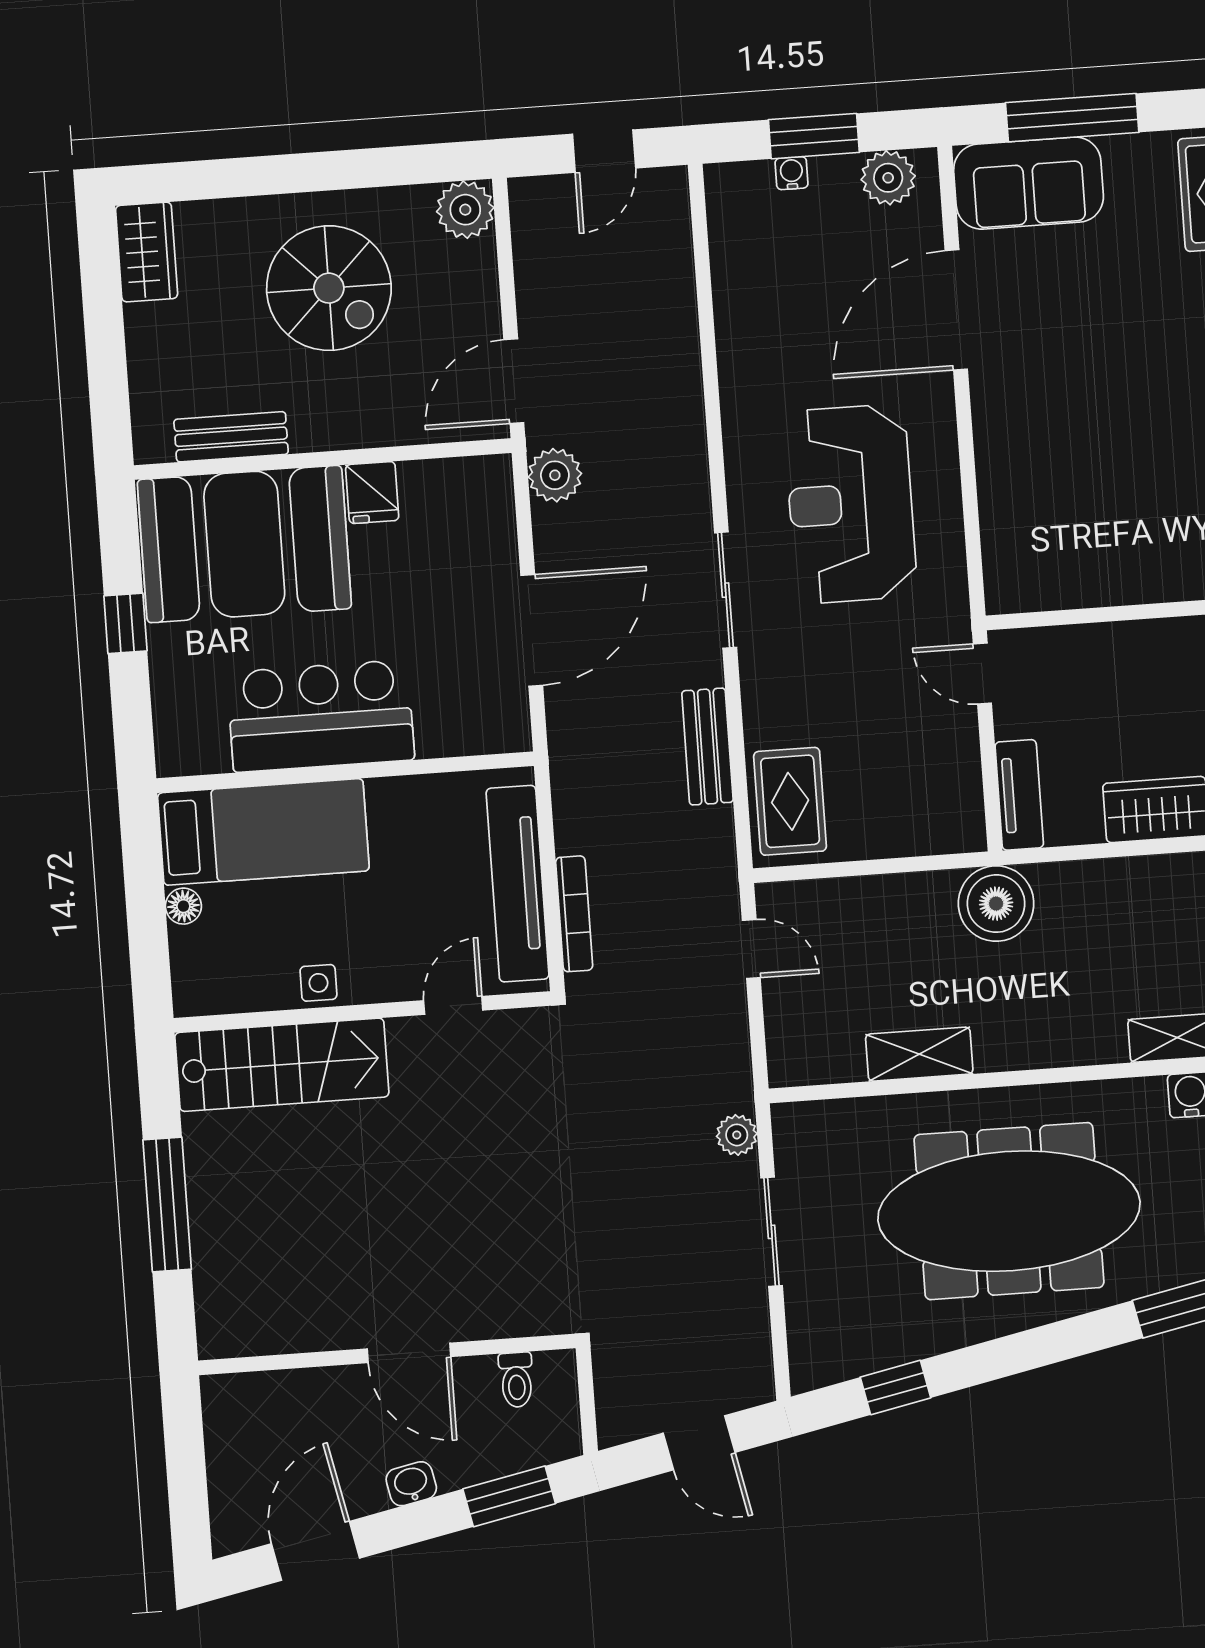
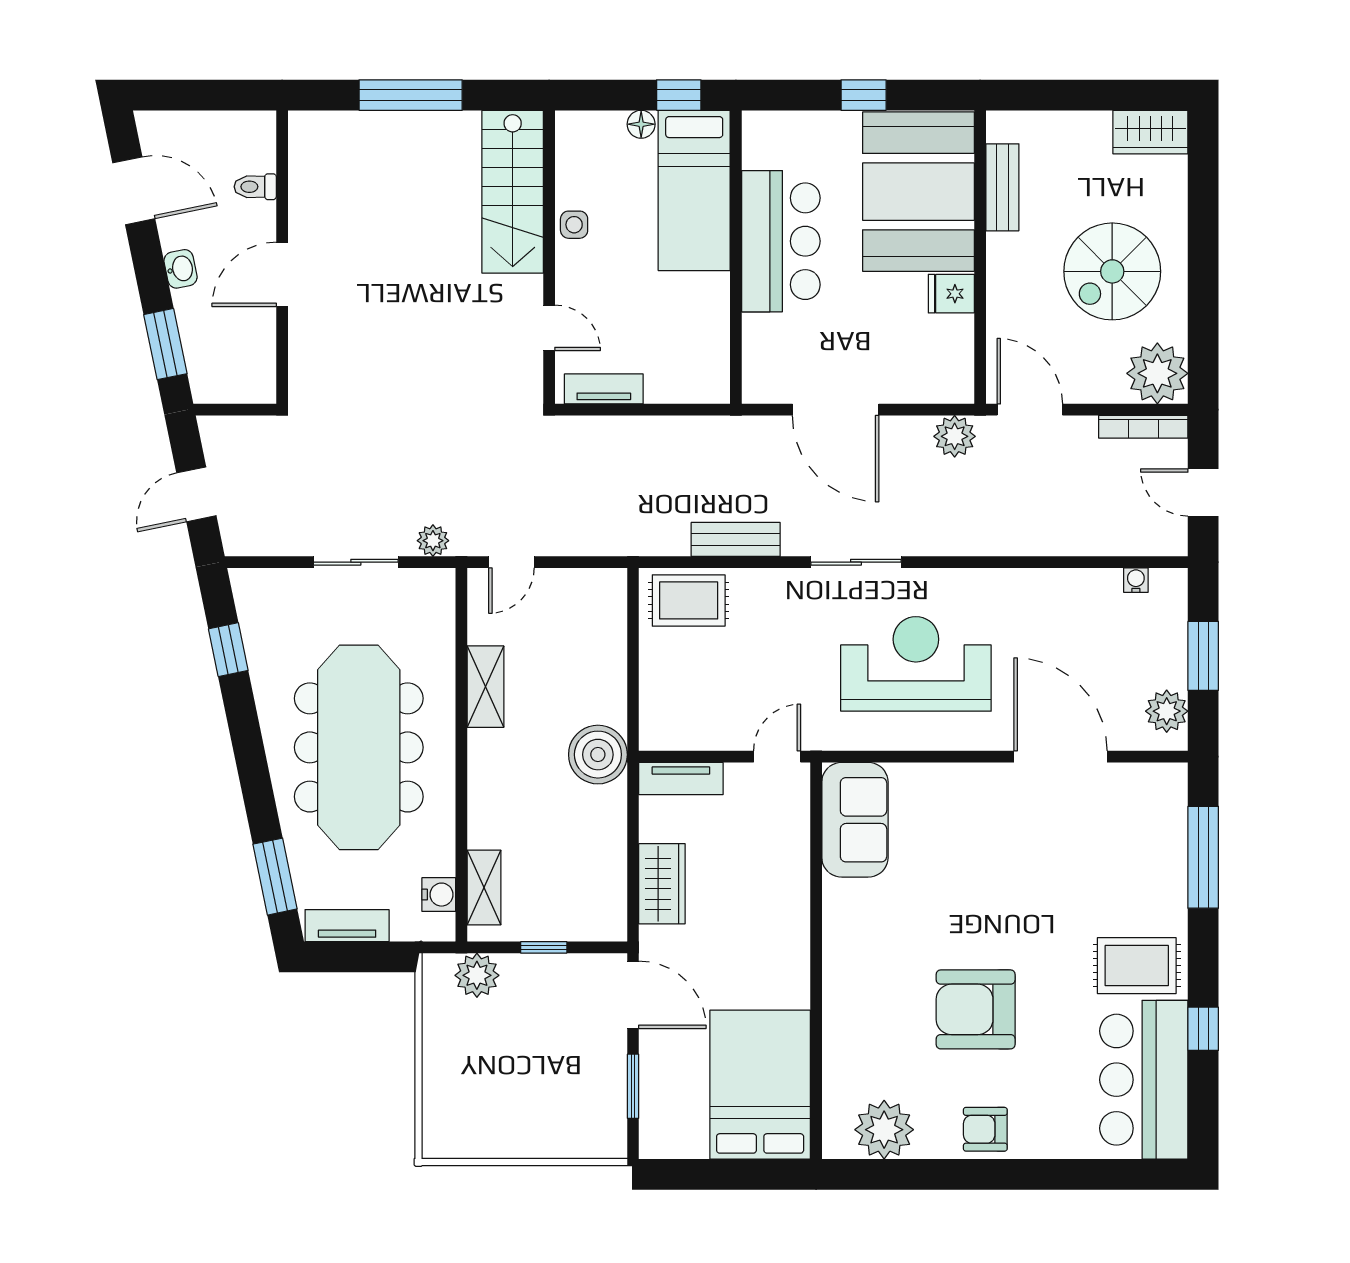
water cooler: (792, 173) -> (1136, 580), moved, turned -90
sofa: (1029, 183) -> (855, 820), moved, turned 180
plant: (465, 210) -> (1157, 373), width x1.36, depth x1.36
window: (142, 860) -> (679, 95), added
tv unit: (518, 884) -> (604, 389), width x0.52, depth x0.78
bookcase: (574, 914) -> (1143, 427), moved
door: (751, 949) -> (511, 562), moved
toilet: (516, 1380) -> (255, 187), moved

